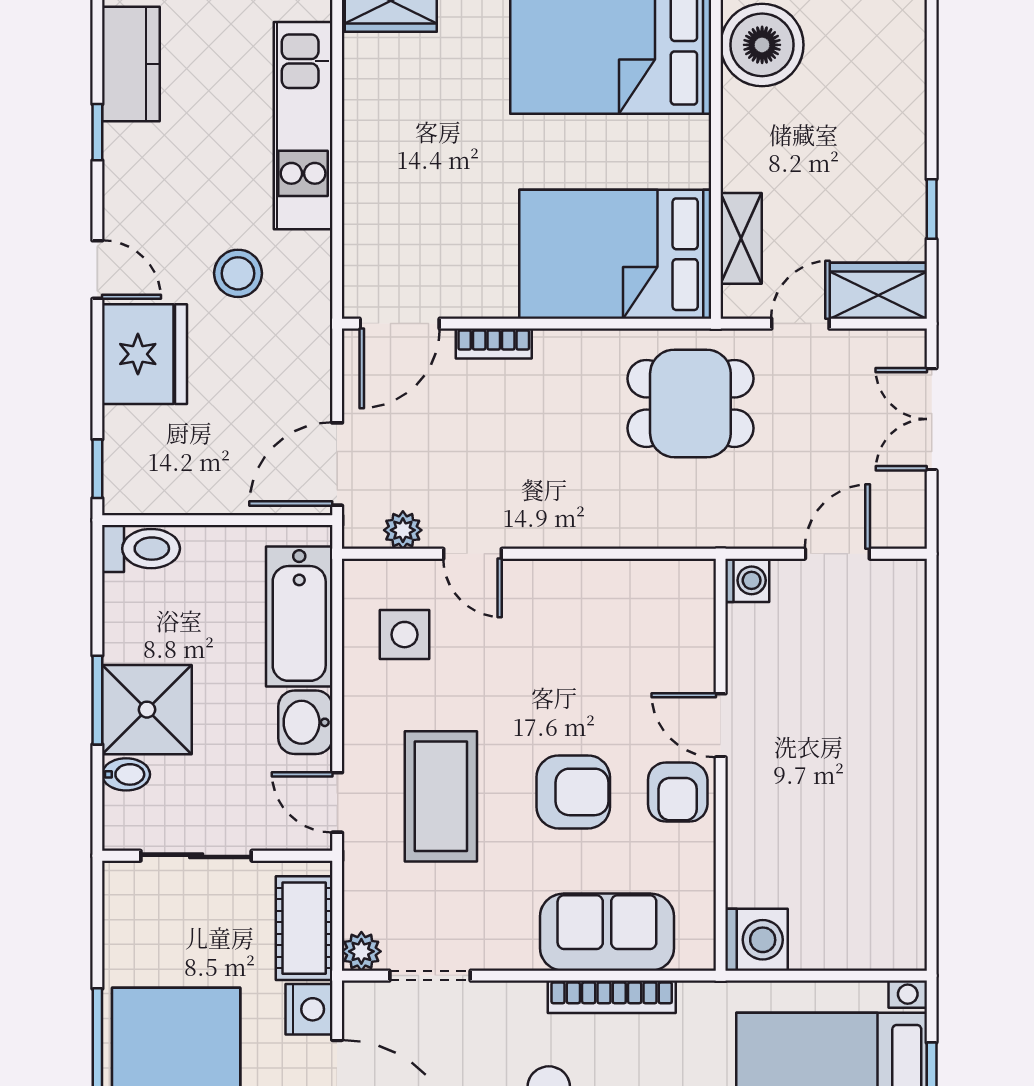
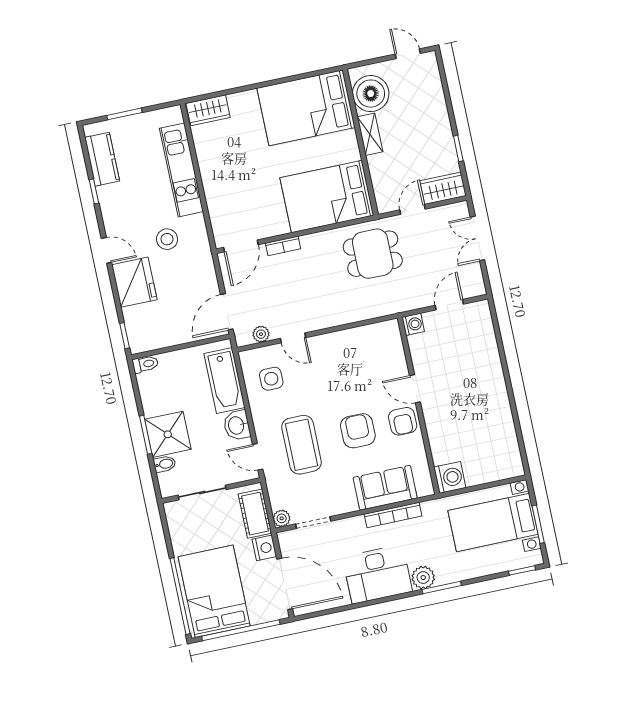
shelving: (741, 238) -> (370, 134), moved
toilet: (141, 549) -> (145, 364), width x0.73, depth x0.72
armchair: (573, 792) -> (358, 431), turned -90

